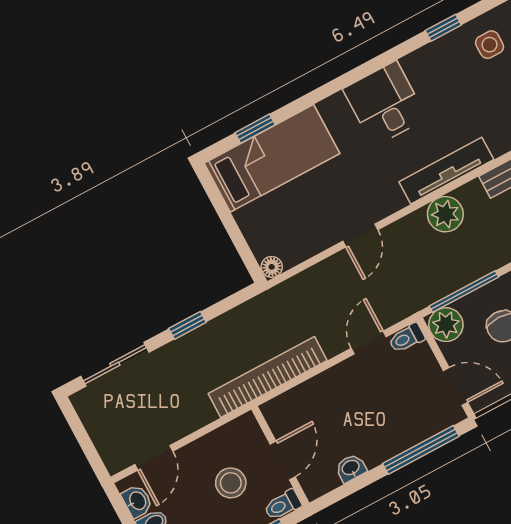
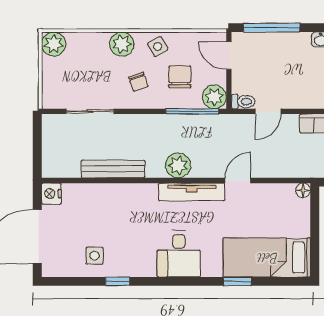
window: (255, 129) -> (237, 281), moved
tv unit: (446, 171) -> (192, 192), moved

